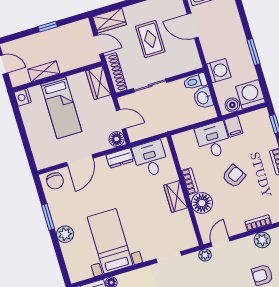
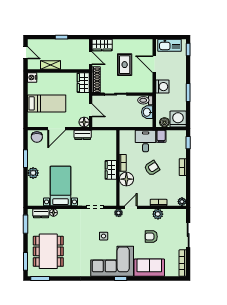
washing machine: (219, 71) -> (162, 87), moved
bed: (61, 108) -> (47, 103), moved, turned -90
desk: (150, 159) -> (102, 141), removed

